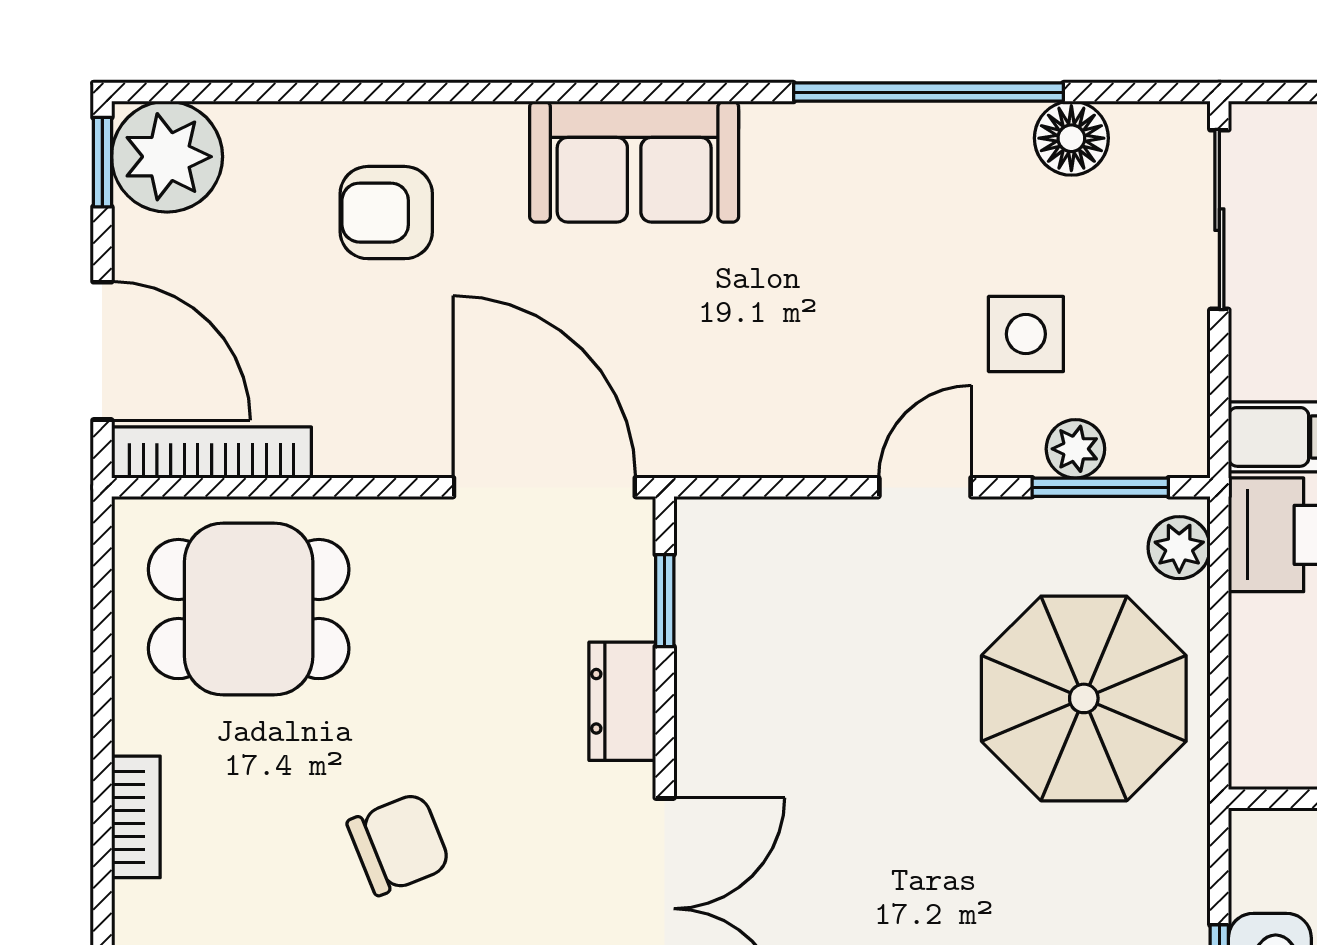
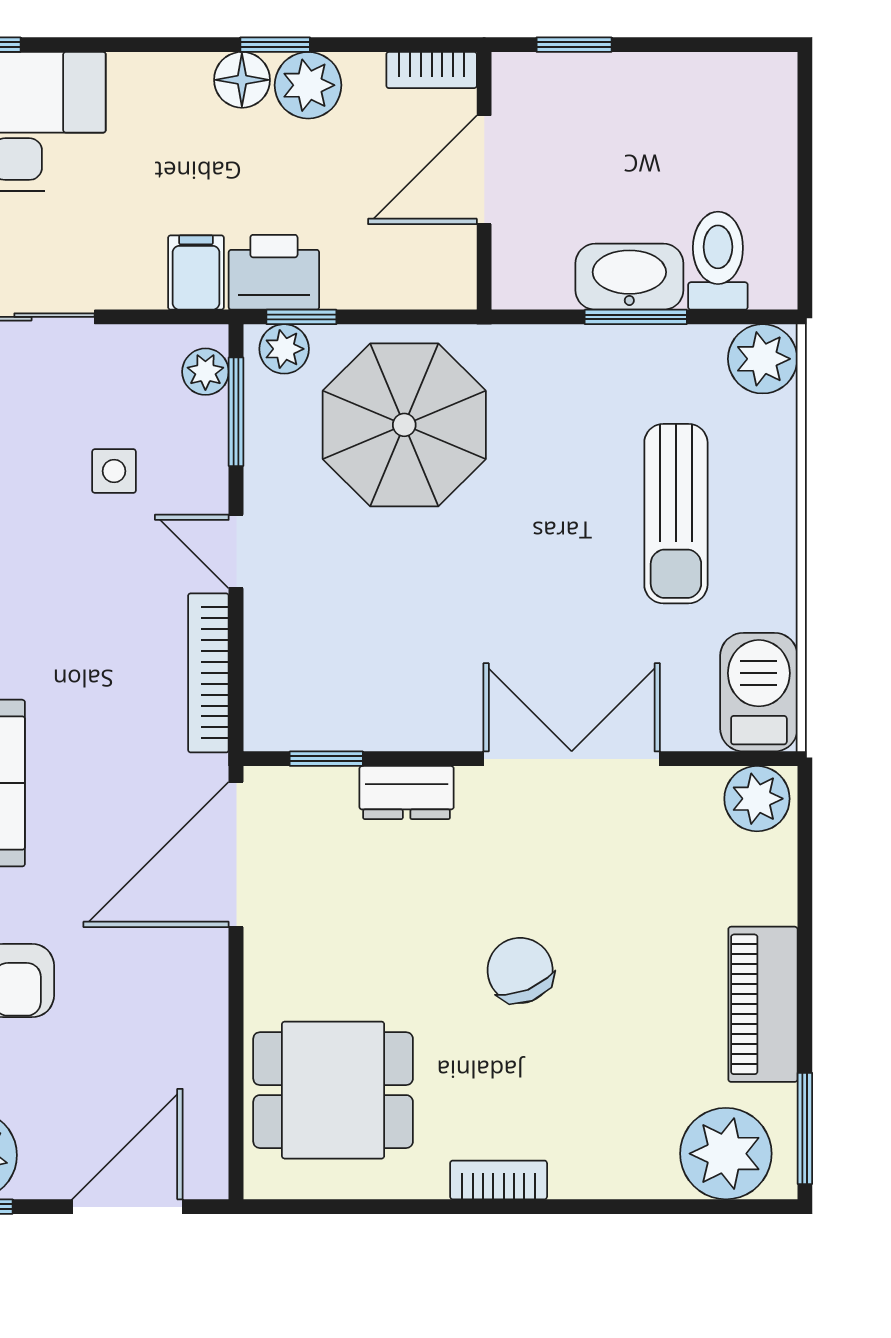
side table: (1026, 334) -> (114, 471), width x0.73, depth x0.73
plant: (1075, 449) -> (205, 372), moved
bookcase: (212, 452) -> (208, 673), moved
window: (1219, 569) -> (301, 317), added
dining table: (249, 609) -> (333, 1090), turned 90

